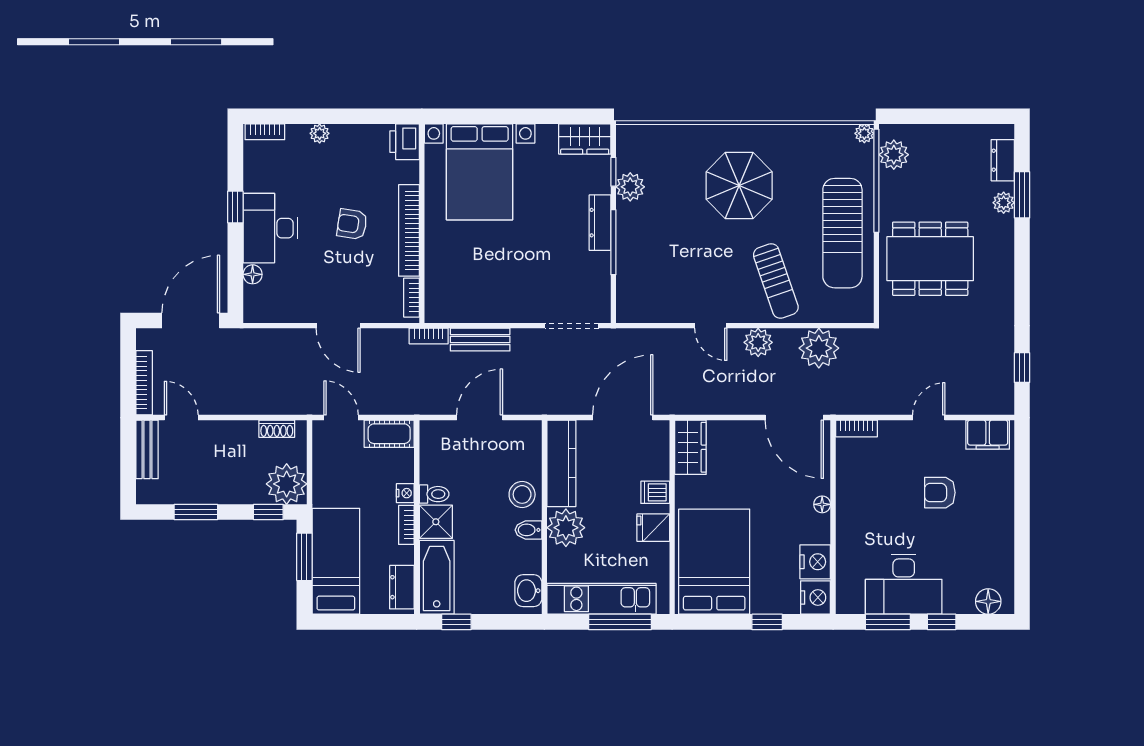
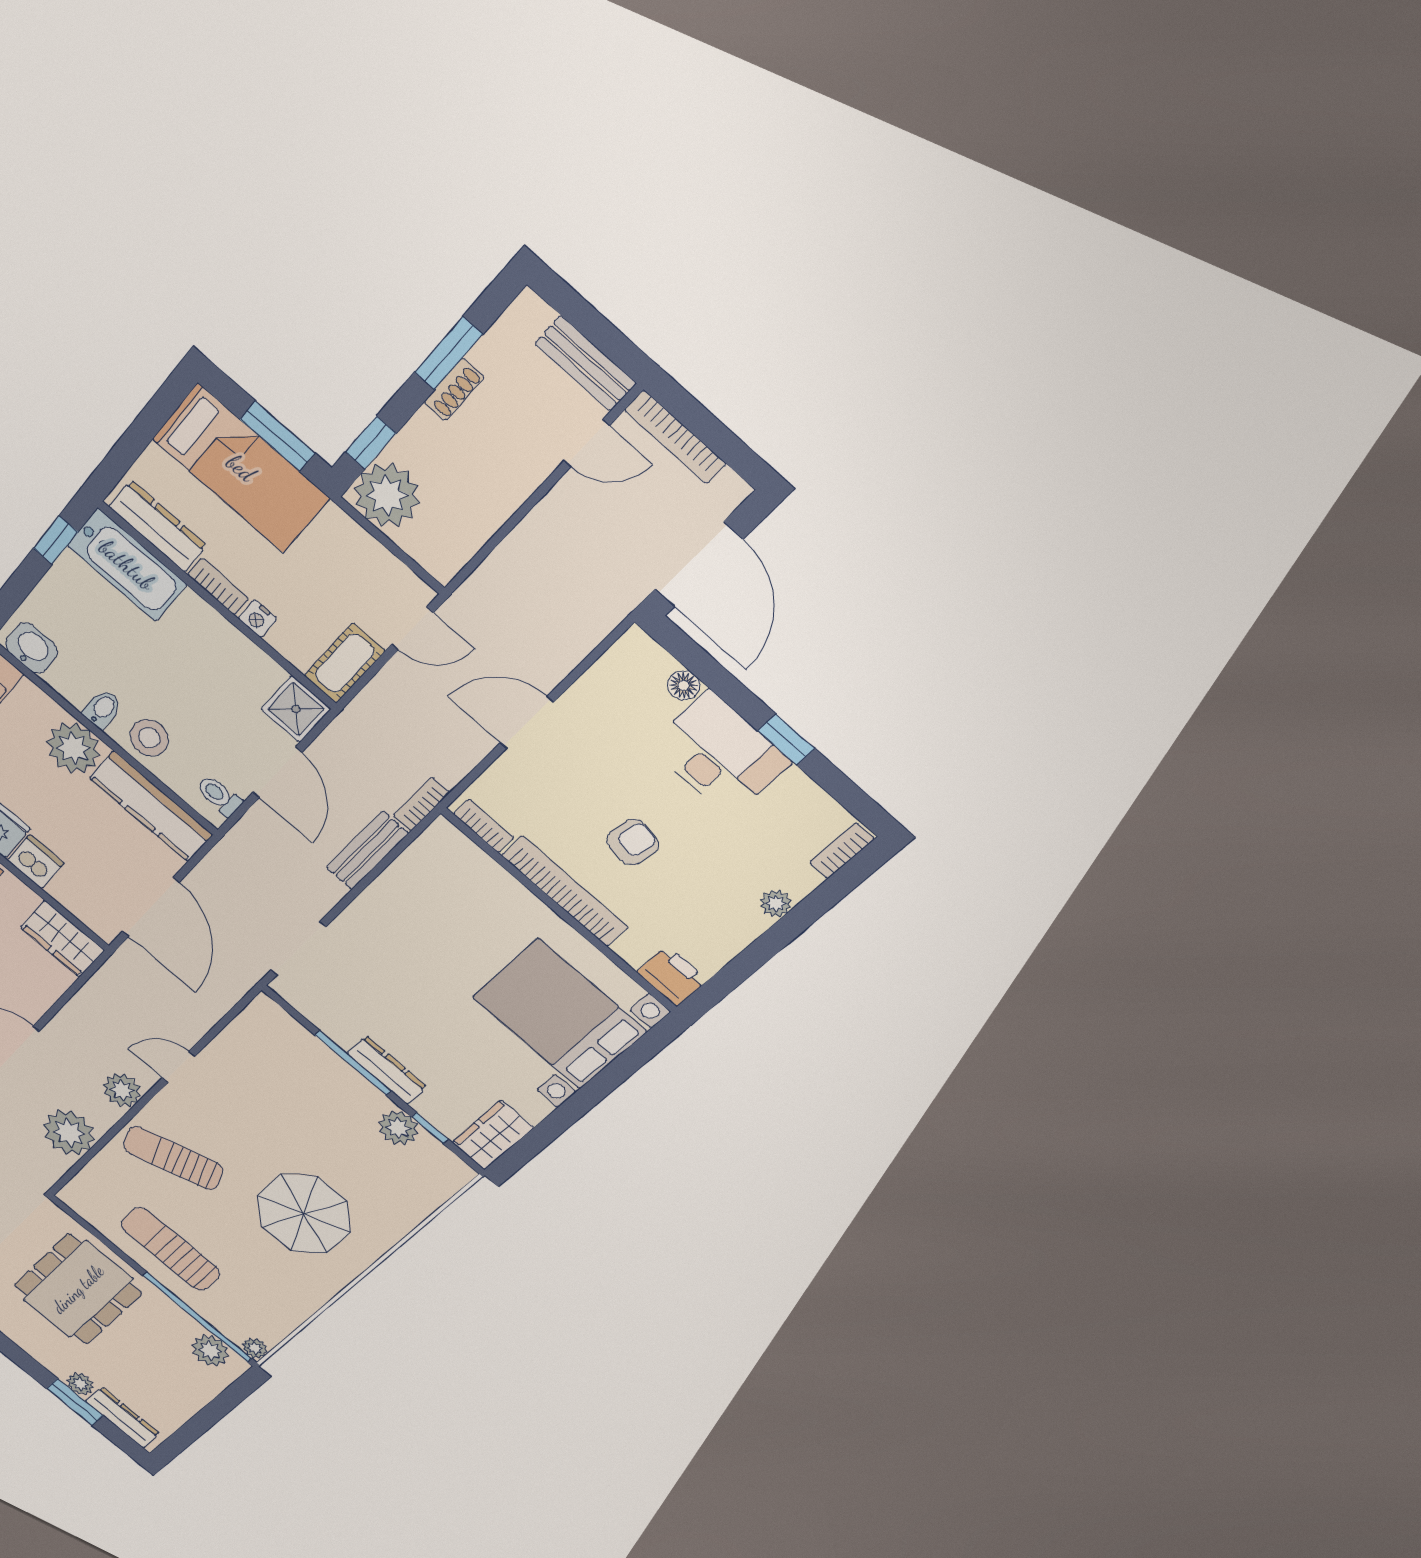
dresser: (1003, 160) -> (123, 1417), width x1.44
sun lounger: (842, 233) -> (170, 1249), width x0.73, depth x0.75
shoe rack: (277, 429) -> (454, 390), moved, turned 180
dishwasher: (655, 492) -> (36, 862), width x1.38
toilet: (434, 494) -> (219, 796), moved, turned 90
shower: (436, 522) -> (296, 709), moved
dresser: (402, 587) -> (158, 526), width x1.44

